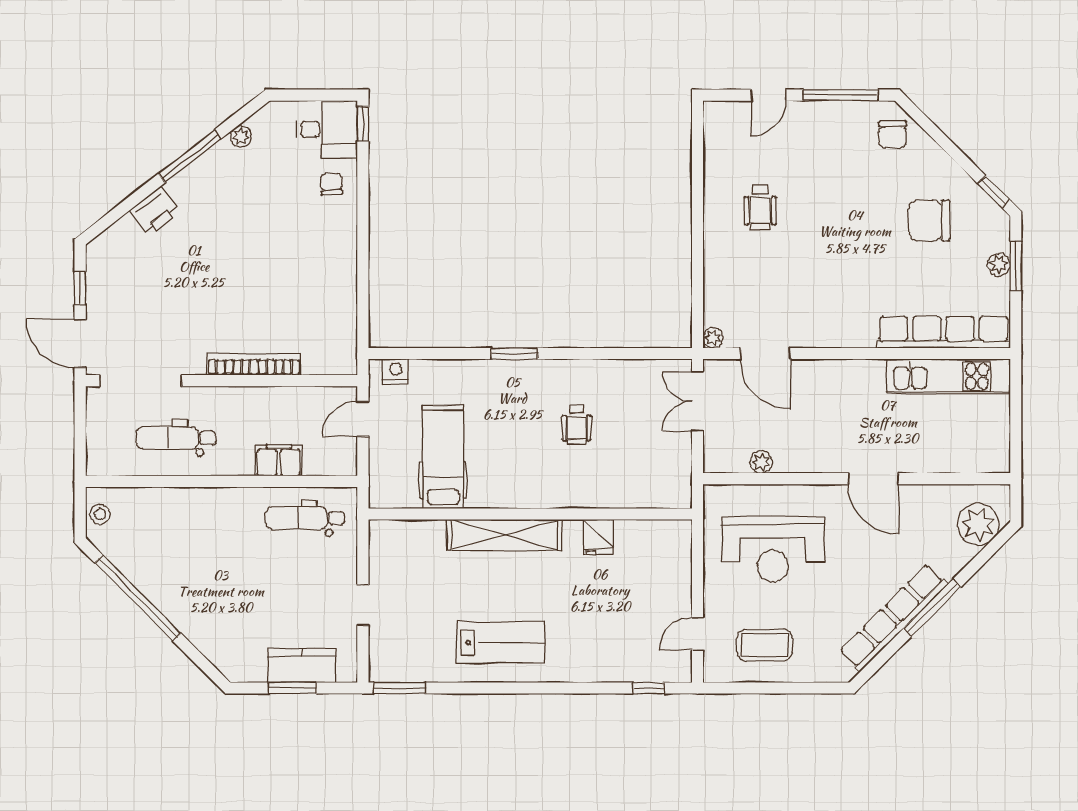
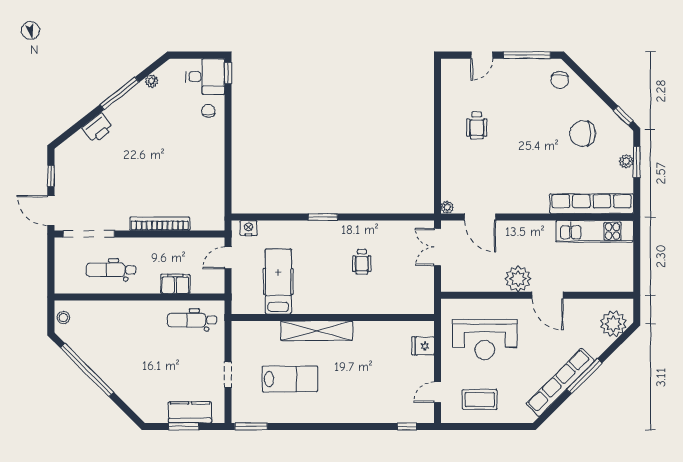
plant: (761, 462) -> (518, 279), moved, width x1.88, depth x1.88
fridge: (598, 537) -> (423, 346), moved, turned 90
lab bench: (501, 643) -> (290, 379), moved

